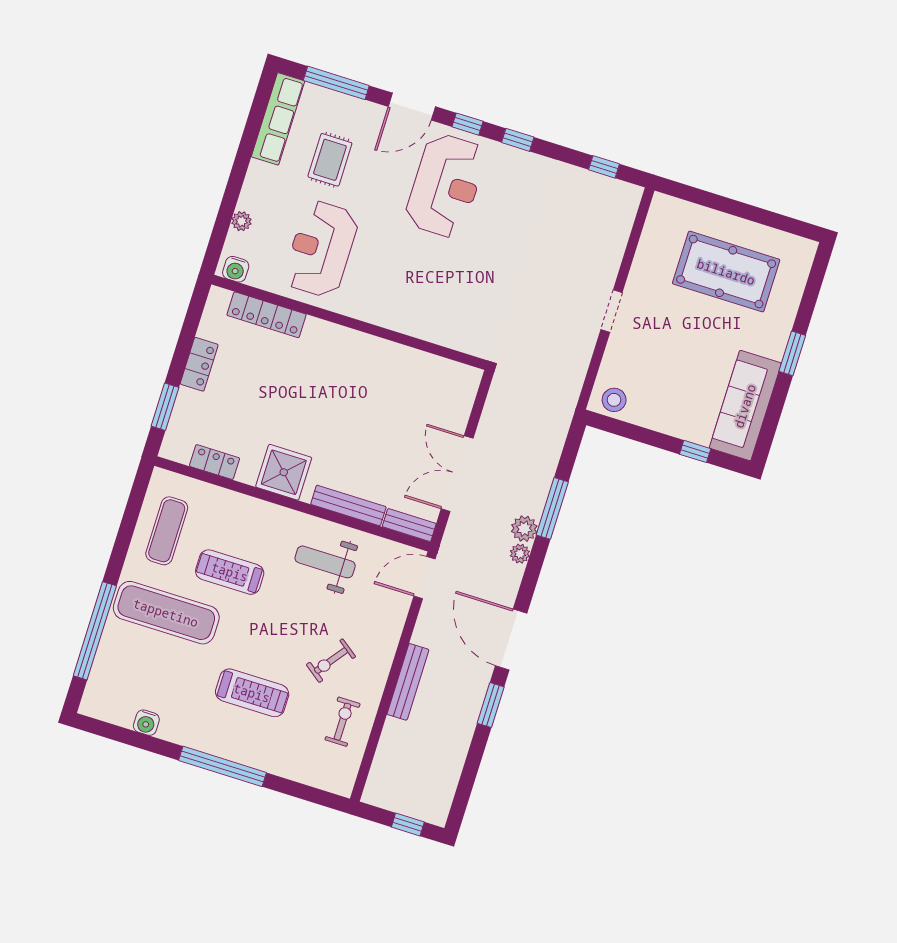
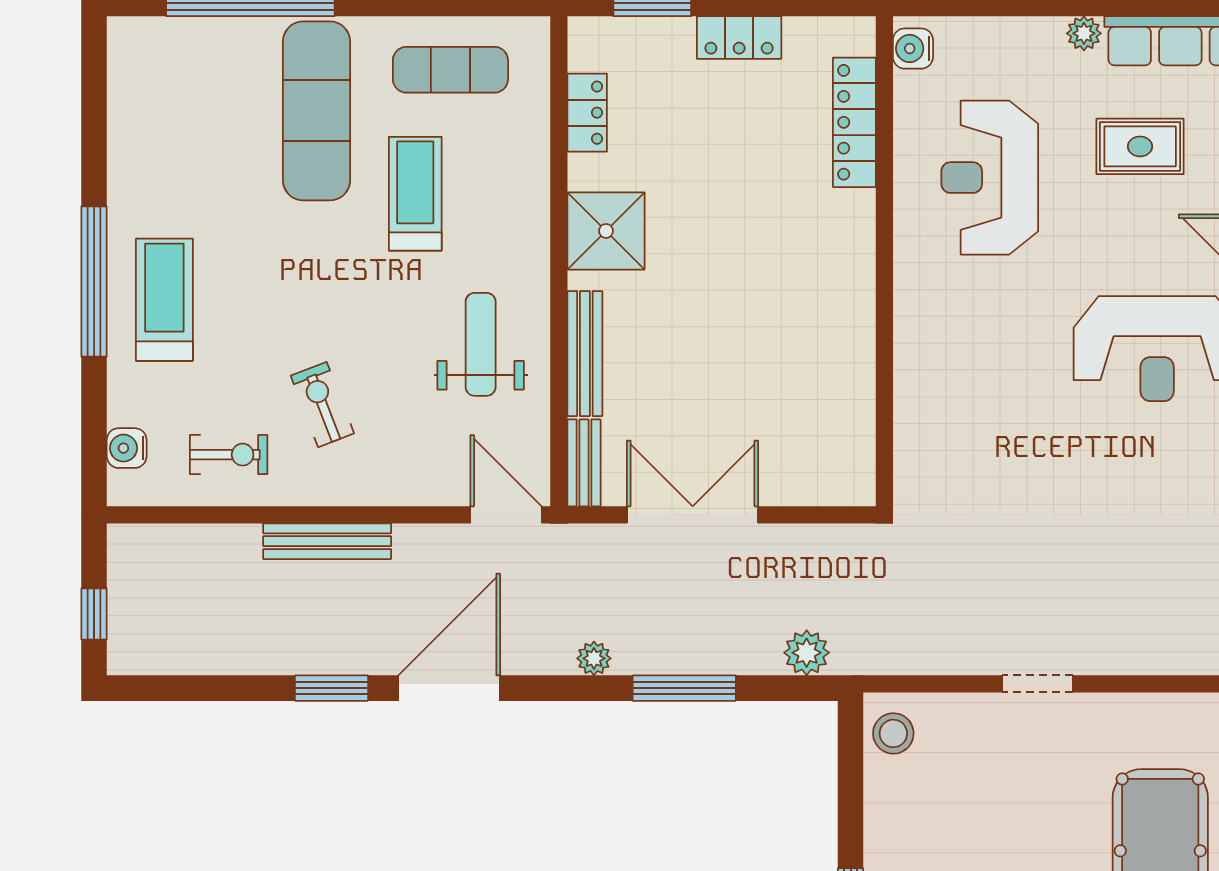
plant: (241, 221) -> (1084, 33), moved
reception desk: (321, 249) -> (990, 178), turned -90
plant: (524, 529) -> (807, 653), moved
exercise bike: (331, 661) -> (322, 405), turned 32
treadmill: (252, 693) -> (164, 300), moved, turned 180
water cooler: (146, 723) -> (127, 448), moved

